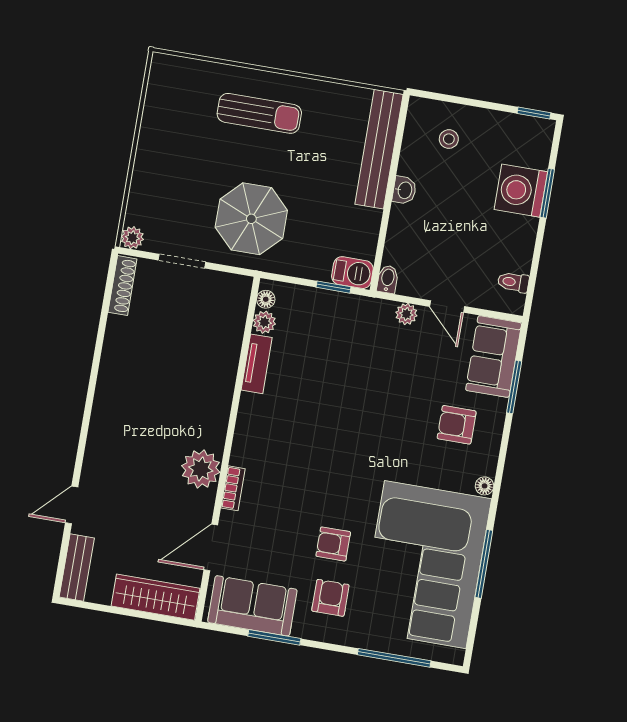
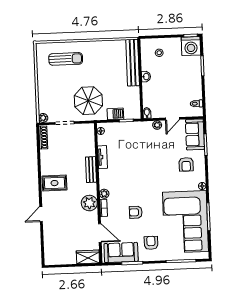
sun lounger: (259, 113) -> (66, 59), moved
washing machine: (521, 191) -> (191, 46), moved, turned -90
barbecue: (352, 273) -> (115, 114), moved
door: (447, 307) -> (172, 119), hinge flipped
plant: (264, 322) -> (104, 194), moved
rug: (126, 402) -> (55, 183), added
armchair: (457, 425) -> (186, 164), turned -90
door: (72, 505) -> (41, 214), moved
armchair: (333, 544) -> (136, 212), moved
door: (211, 547) -> (100, 233), swing flipped
bench: (77, 568) -> (91, 170), moved
wardrobe: (155, 597) -> (88, 257), width x0.67

